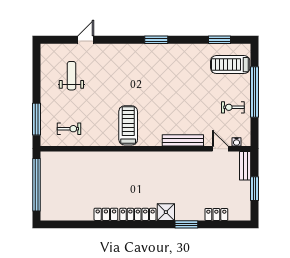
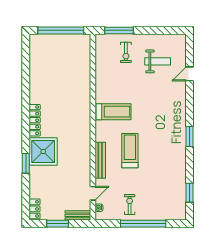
door: (86, 40) -> (189, 74), swing flipped
treadmill: (230, 65) -> (130, 151), moved
exercise bike: (69, 129) -> (126, 52), moved
shower: (166, 212) -> (43, 152), width x1.86, depth x1.86
locker: (106, 214) -> (35, 92), removed
locker: (216, 214) -> (35, 209), moved

